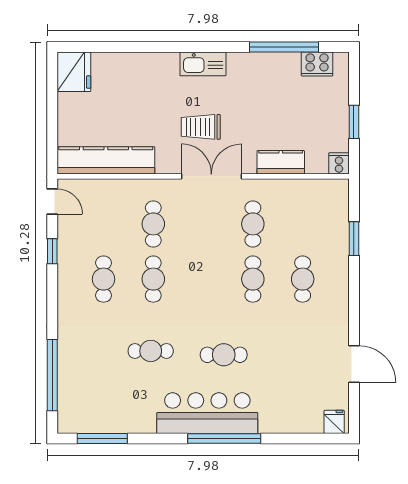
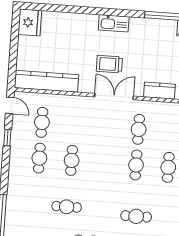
cafe table: (153, 224) -> (42, 122), moved
cafe table: (224, 355) -> (136, 216), moved

